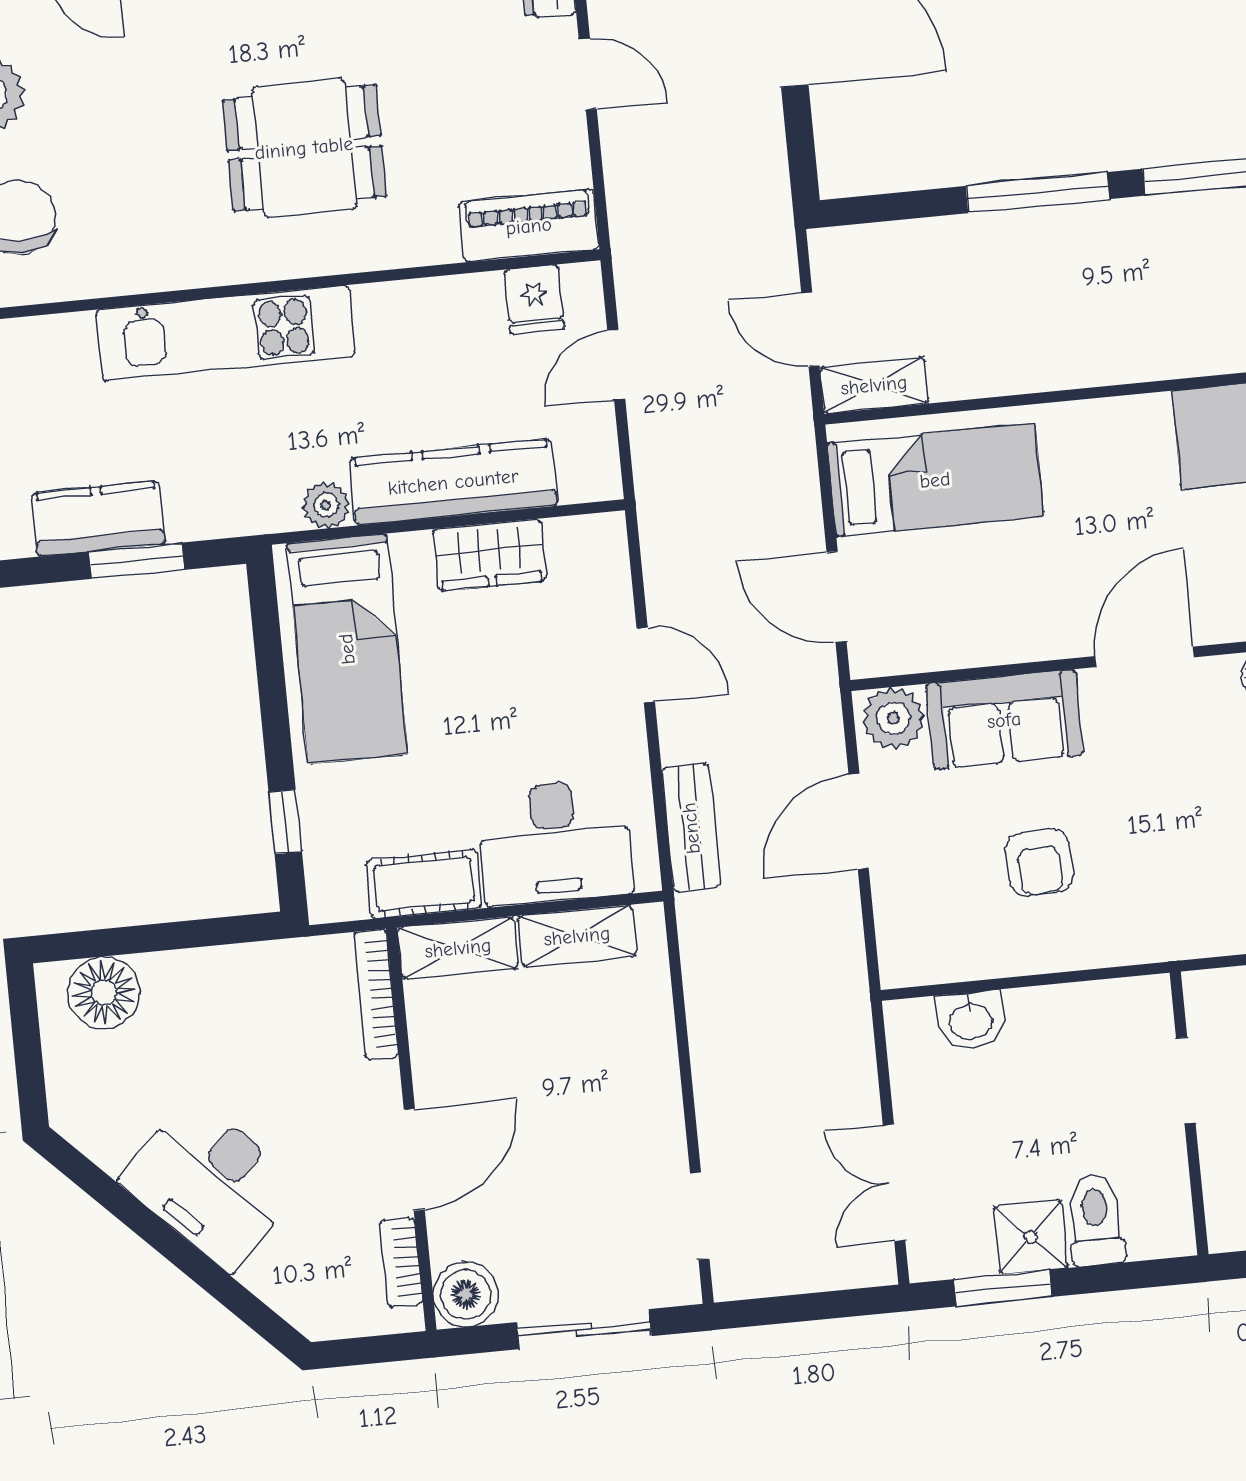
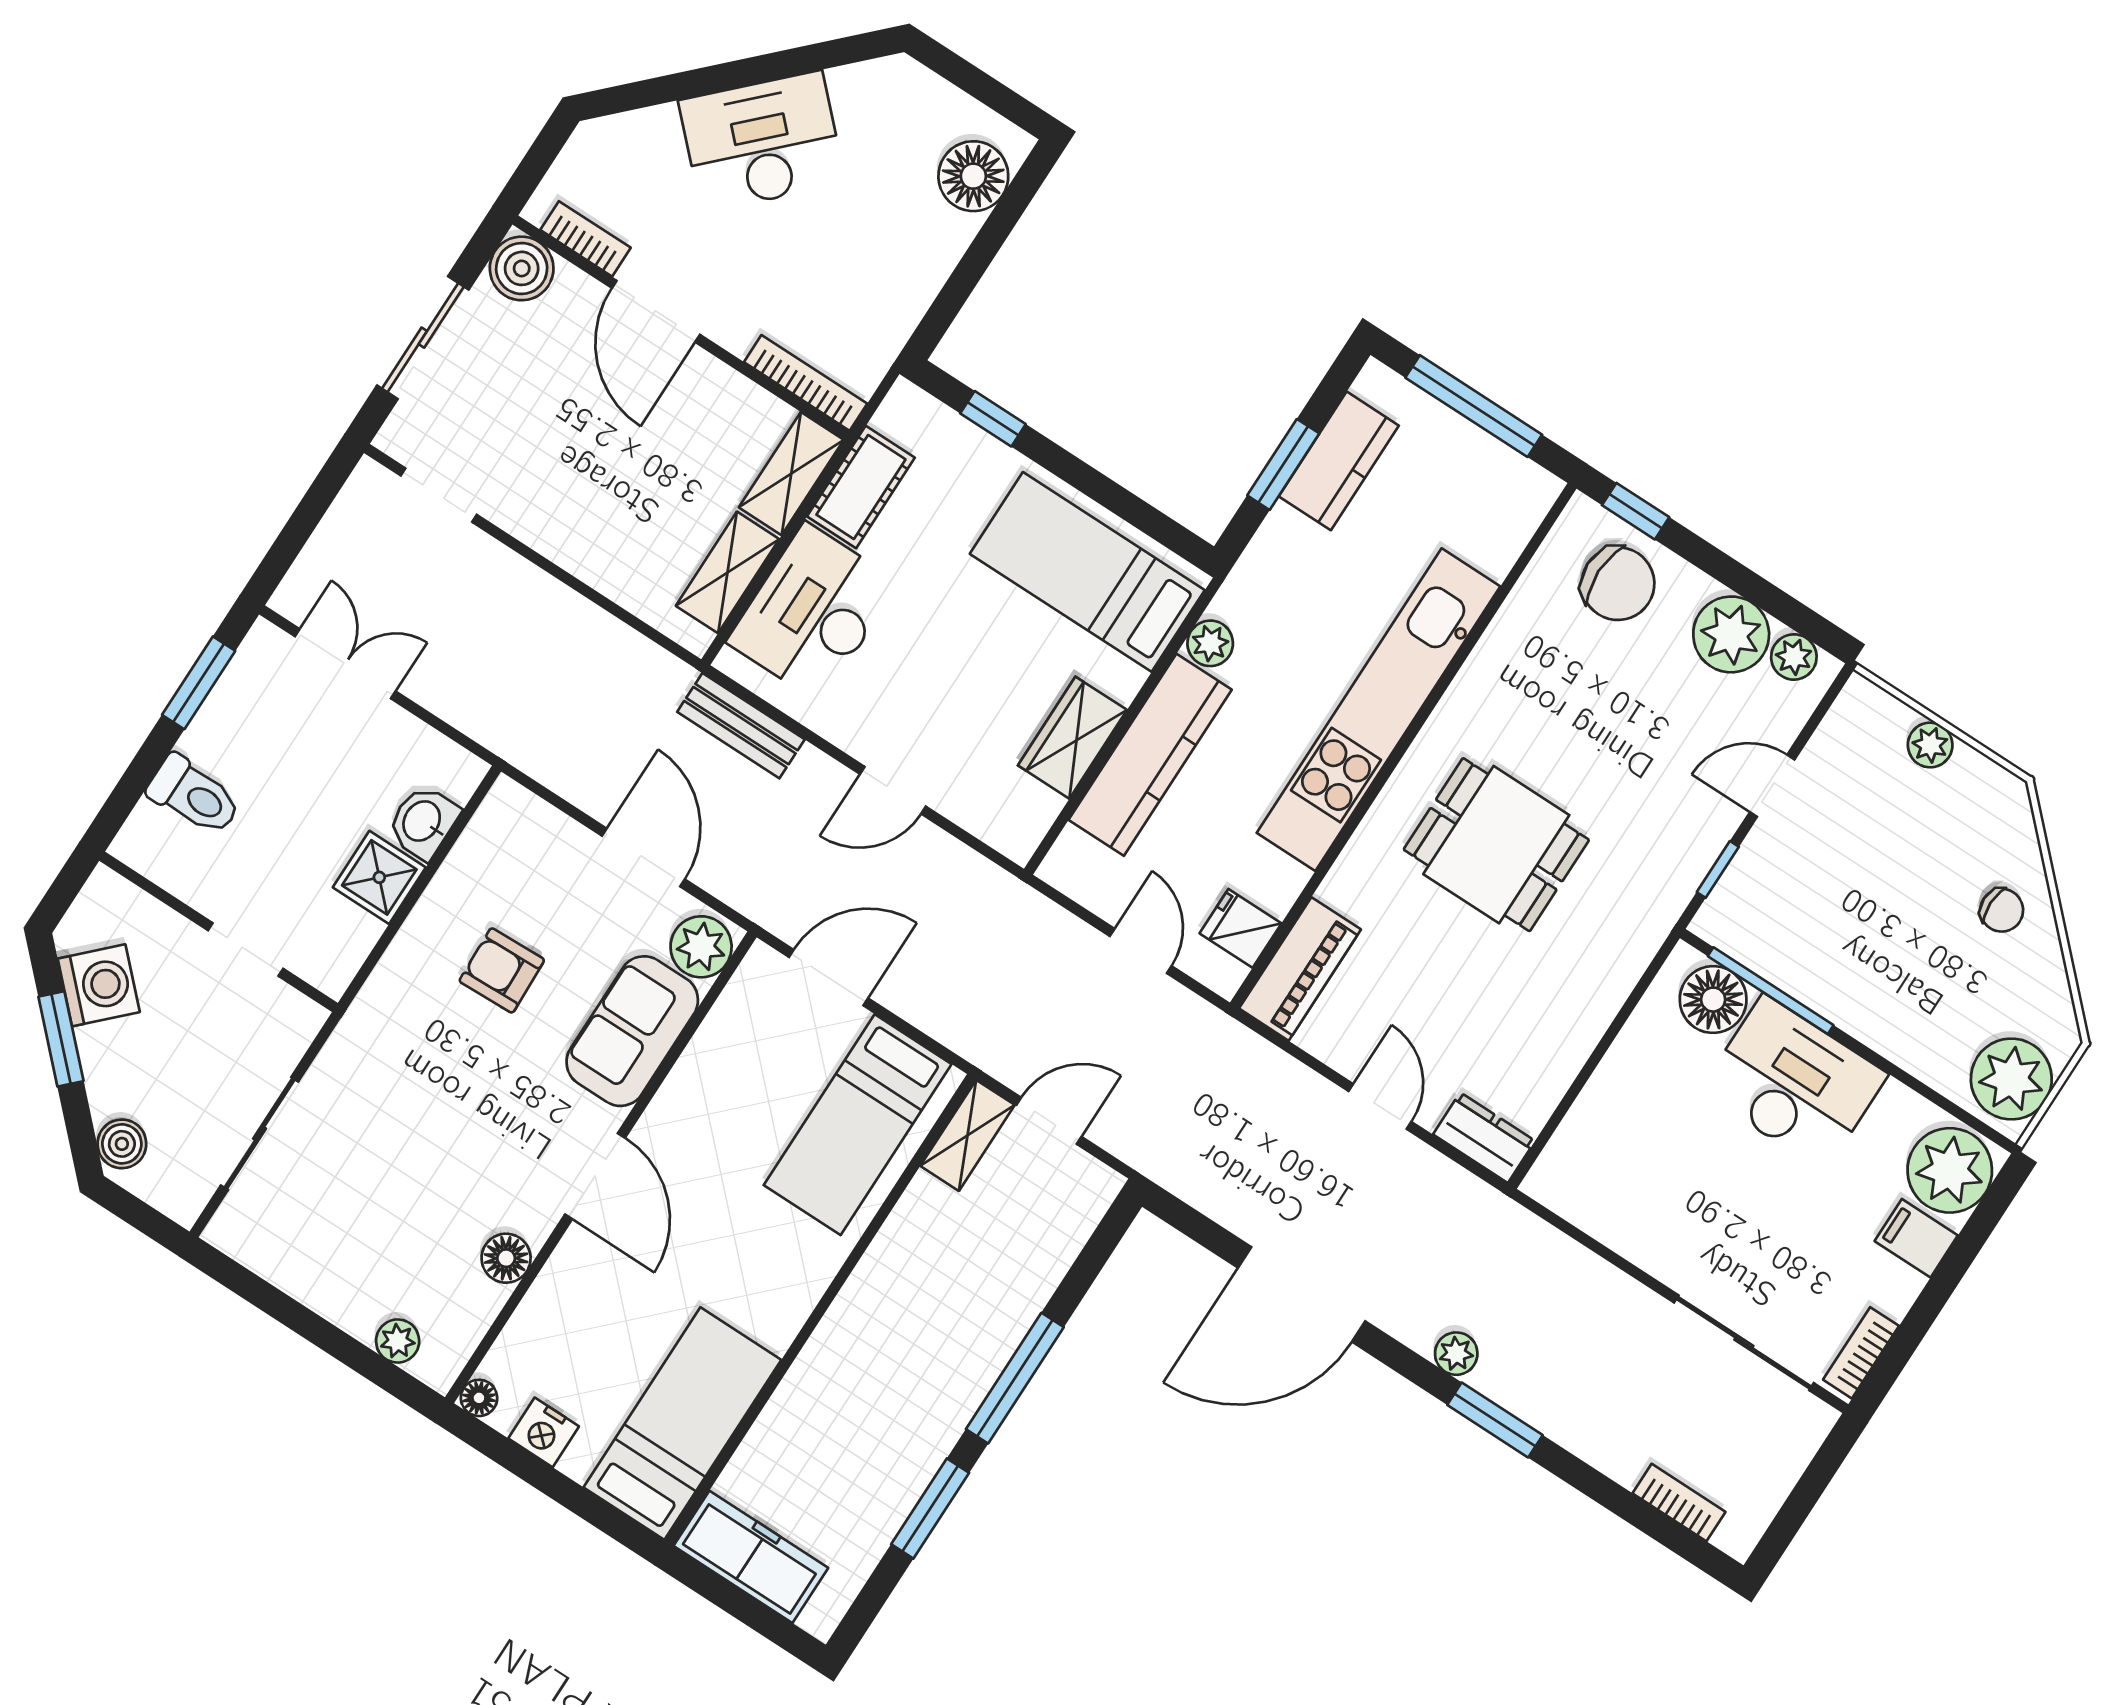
door: (588, 74) -> (1380, 1106), swing flipped
dining table: (304, 148) -> (1496, 845), turned 90
kitchen unit: (226, 333) -> (1378, 710), width x1.36
shower: (1031, 1237) -> (379, 877), moved

